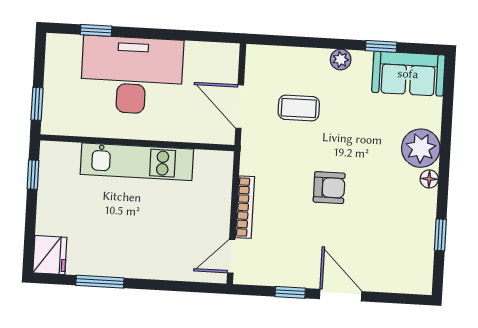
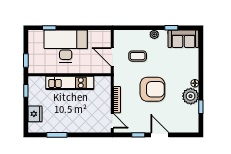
plant: (421, 148) -> (191, 96), moved
armchair: (329, 188) -> (152, 89), width x1.88, depth x1.88
fridge: (50, 255) -> (35, 114), moved
door: (231, 256) -> (112, 121), swing flipped

